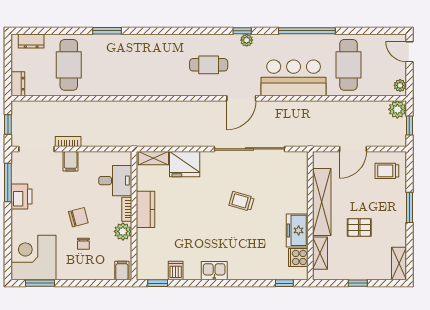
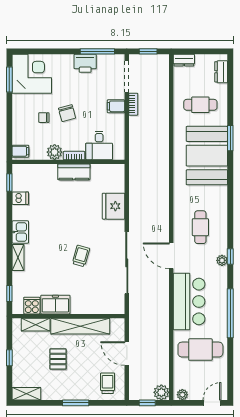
booth: (127, 57) -> (207, 156), added
cafe table: (69, 65) -> (200, 105), width x0.73, depth x0.74
shelving: (153, 158) -> (18, 258), moved

